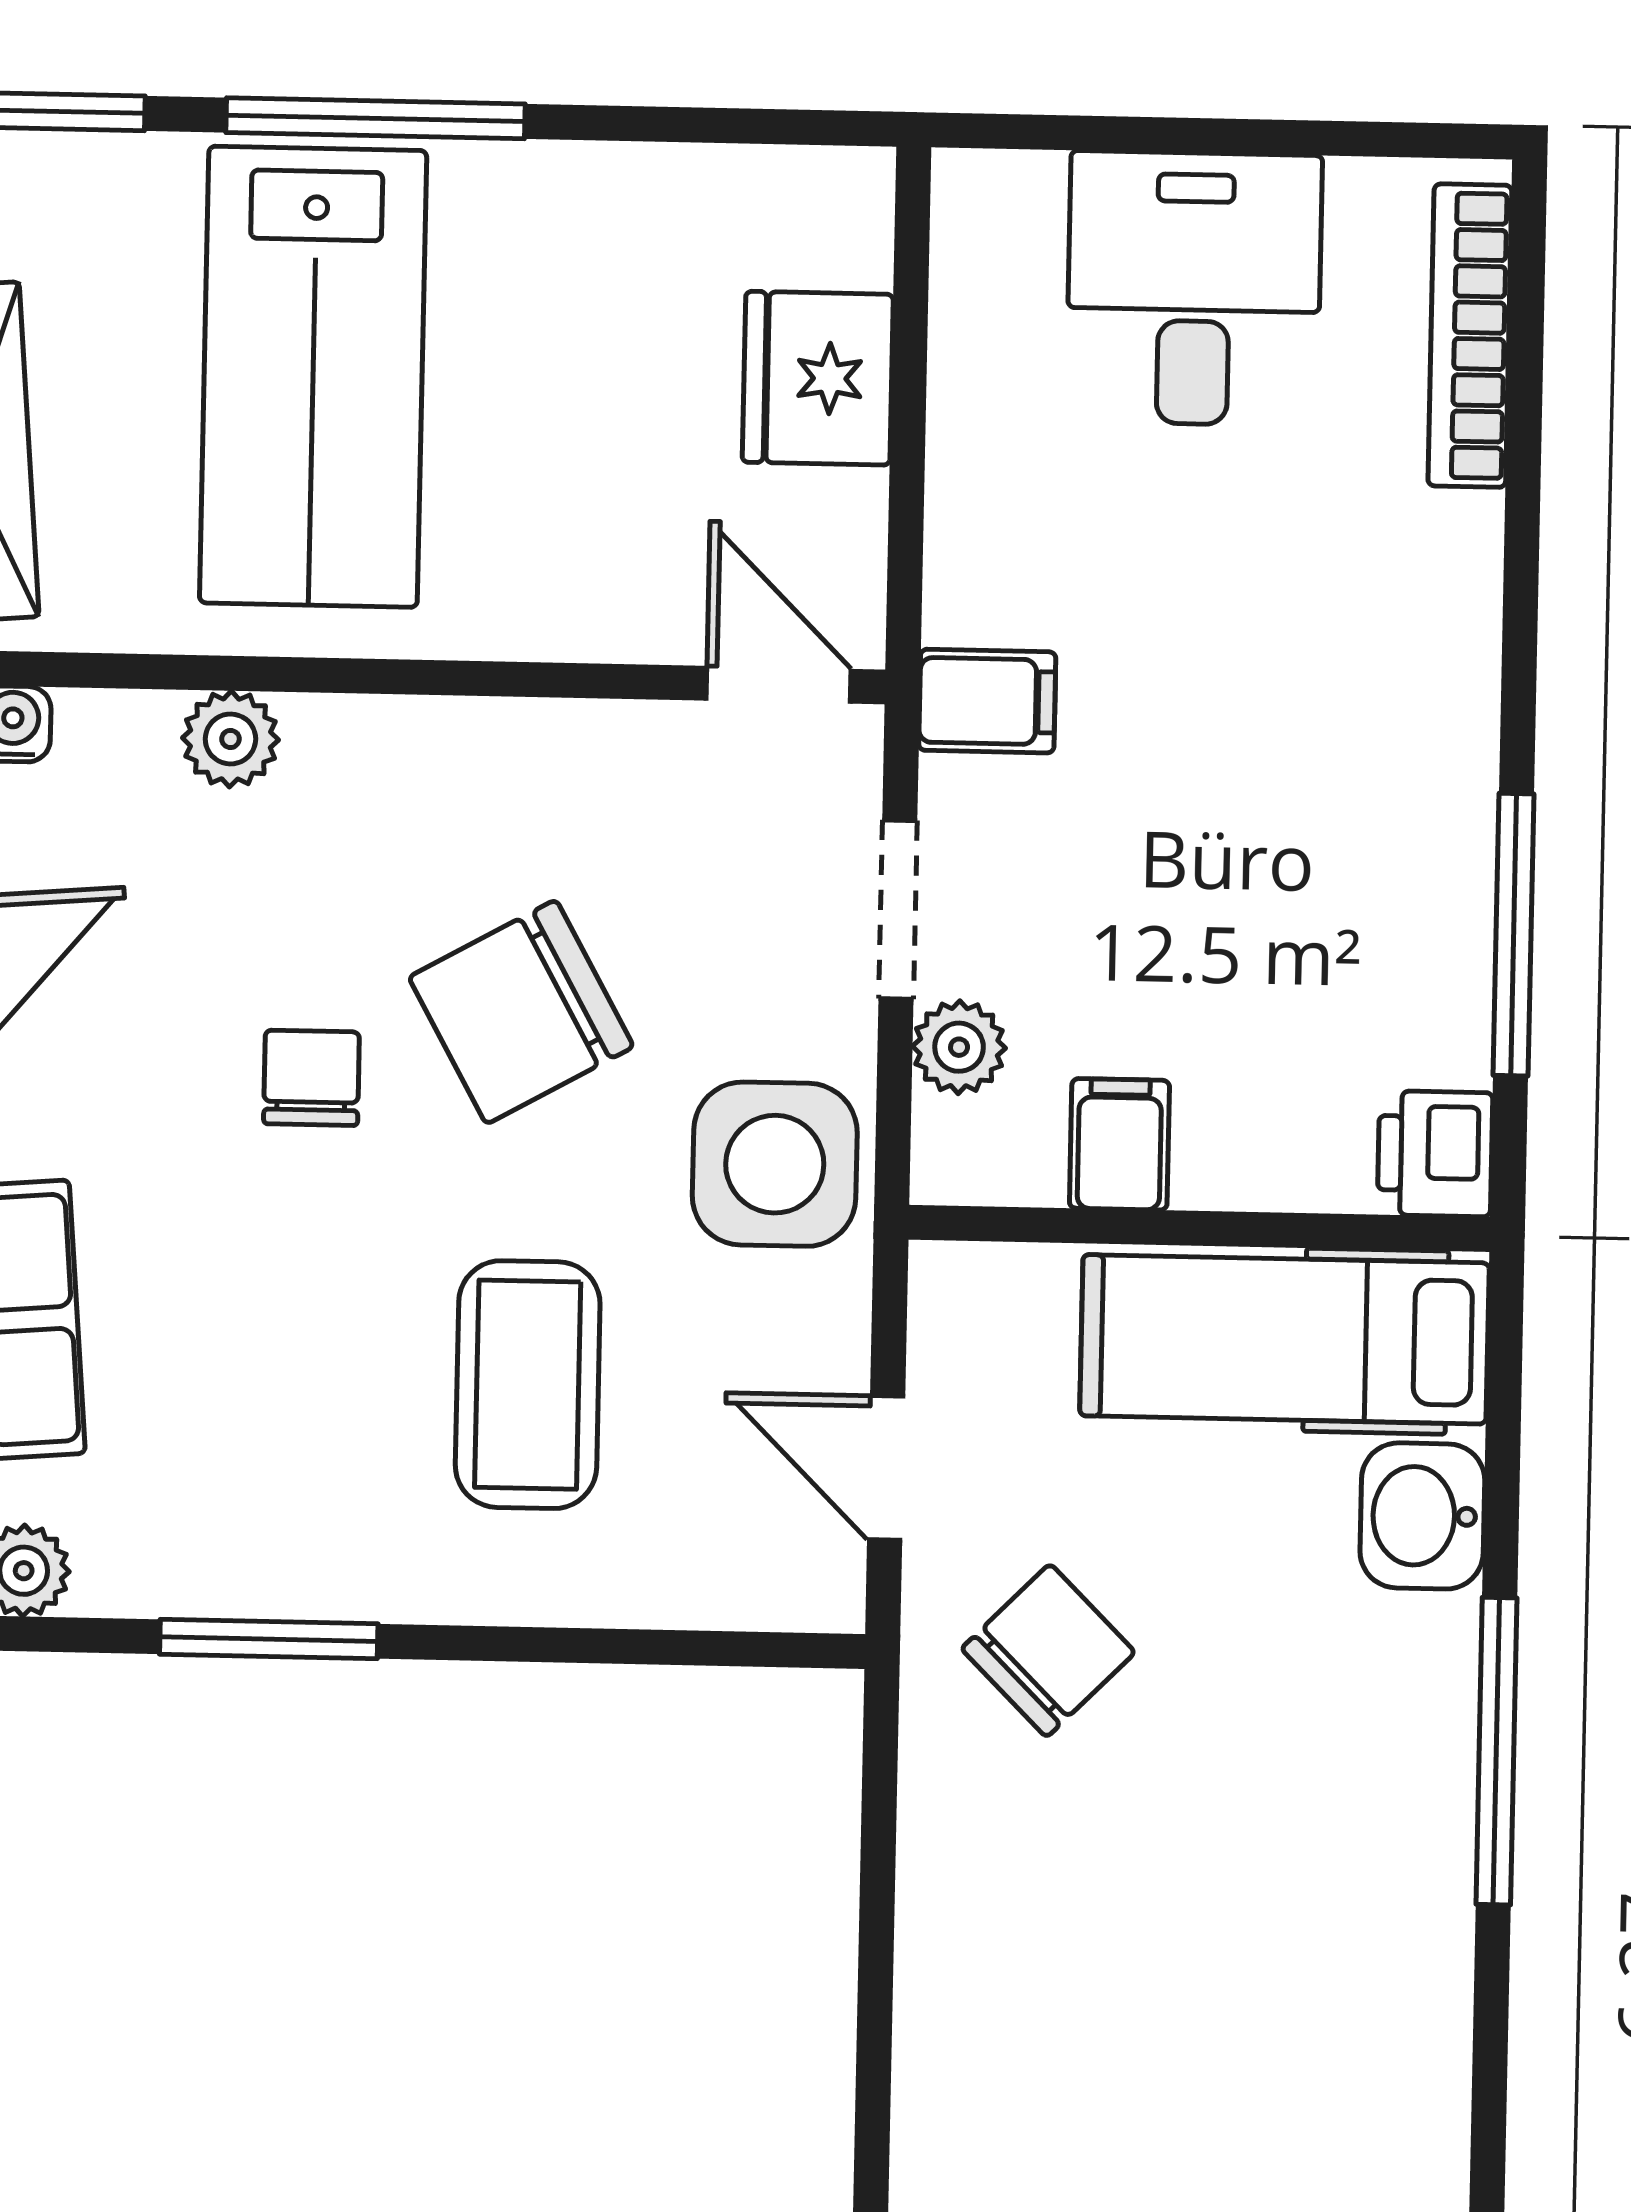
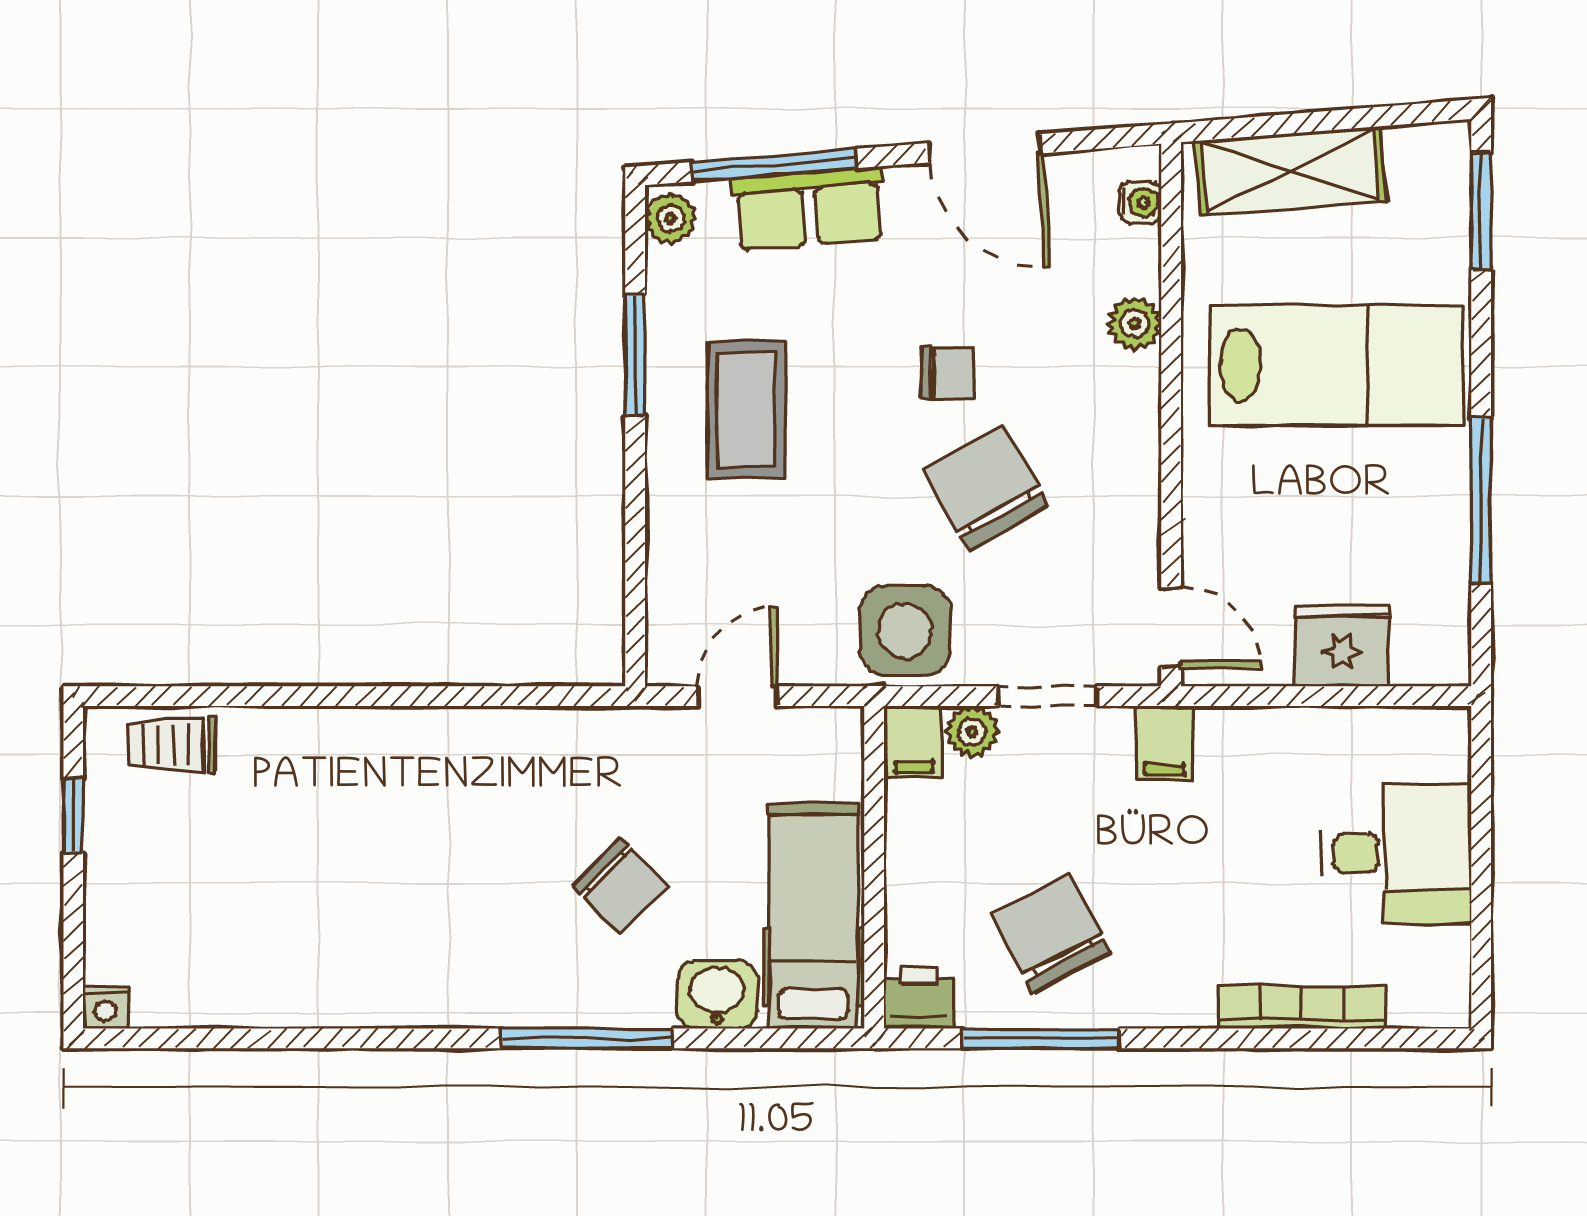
window: (375, 118) -> (1481, 500), moved
bookcase: (1470, 336) -> (1302, 1007), moved
lab bench: (313, 377) -> (1337, 365), turned 180
door: (779, 685) -> (1171, 627), hinge flipped
chair: (1325, 913) -> (1051, 934), added
filing cabinet: (1119, 1144) -> (914, 742), moved, turned 90
coffee table: (528, 1385) -> (746, 410), moved, turned 90
chair: (1048, 1650) -> (620, 886), moved

